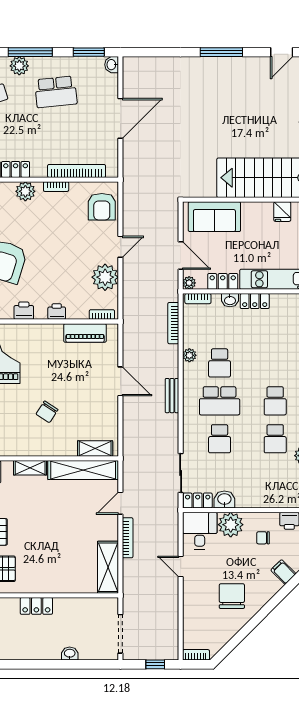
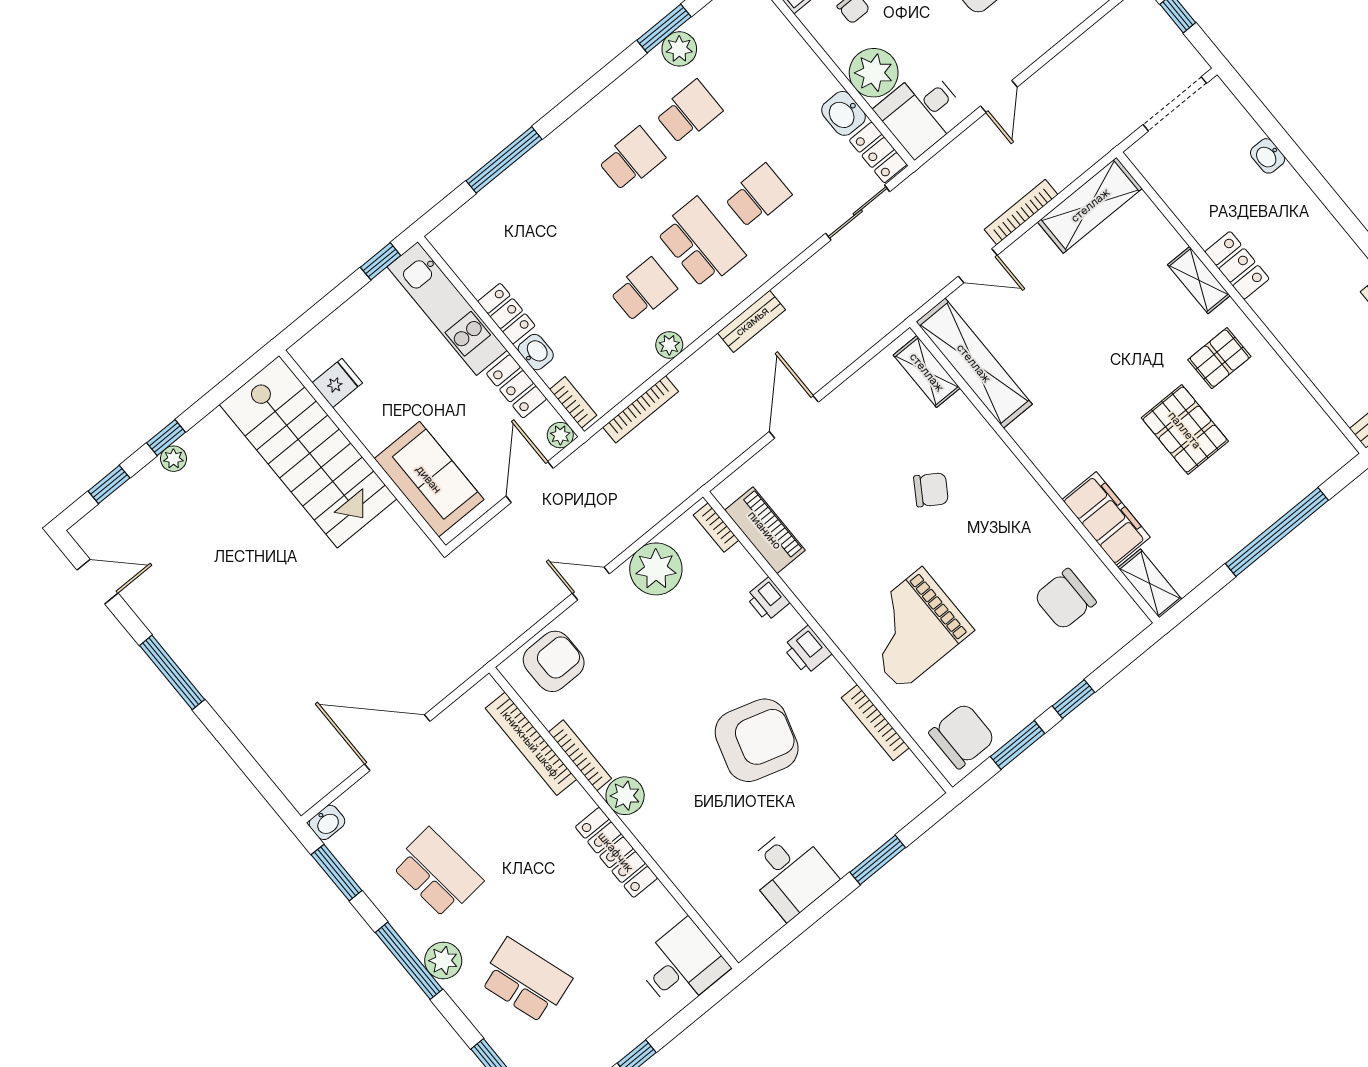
bookcase: (56, 187) -> (580, 755), width x1.56
shelving: (30, 468) -> (1199, 280), moved

